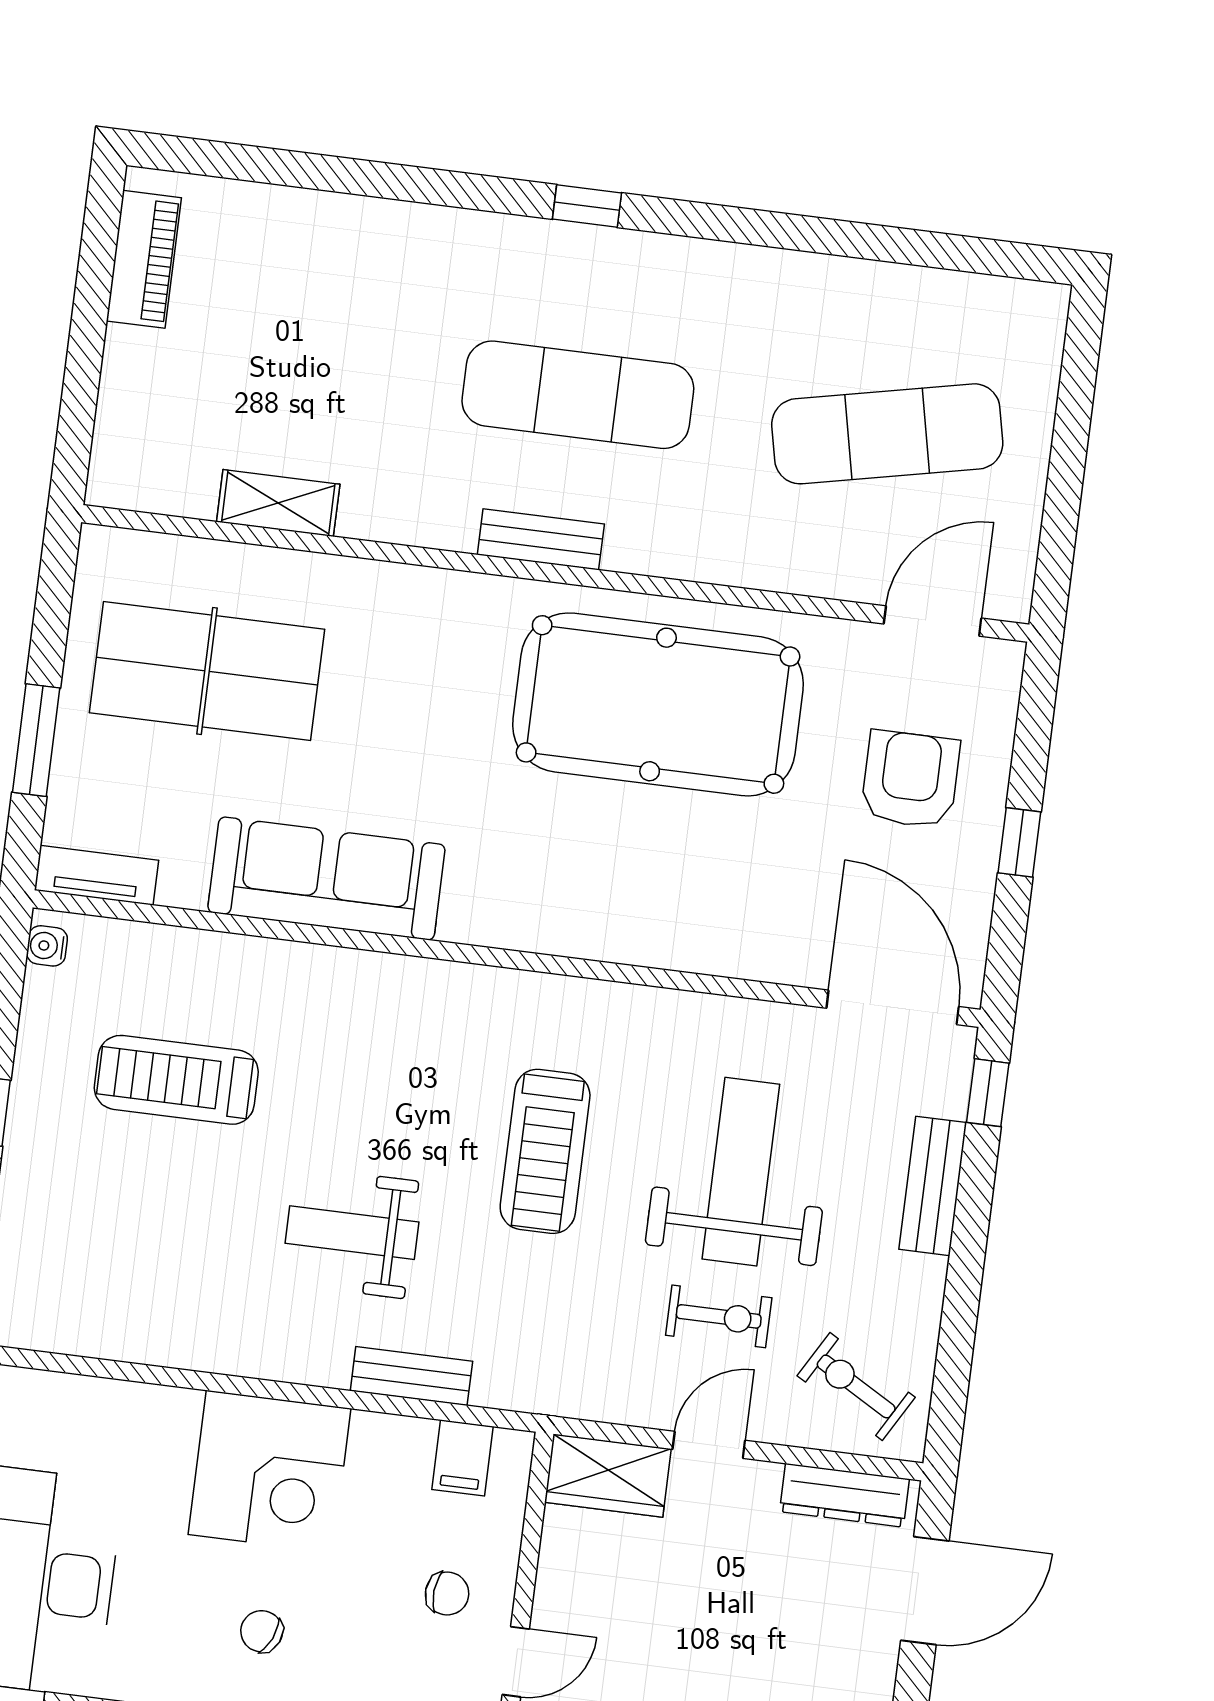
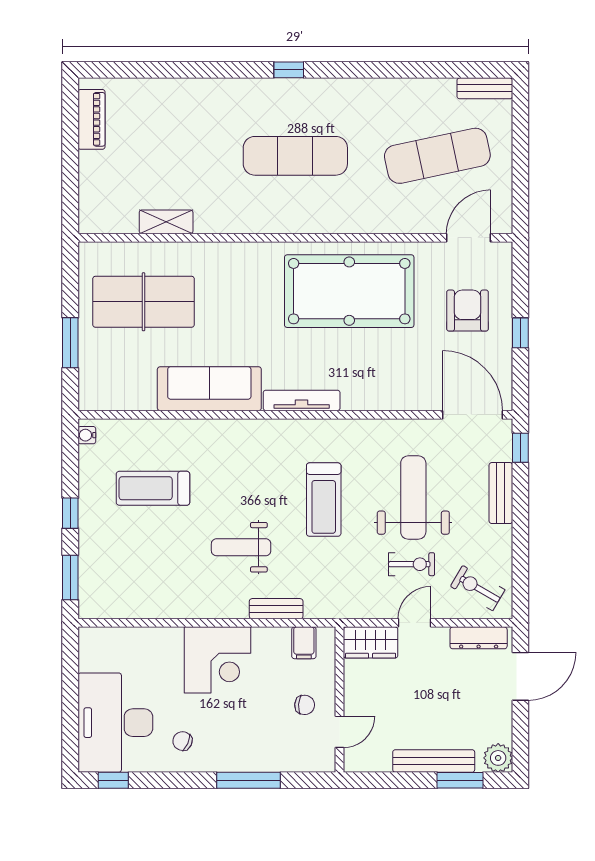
bench: (541, 539) -> (485, 88), moved
tv unit: (97, 875) -> (302, 400), moved, width x1.41
chair: (262, 1631) -> (182, 741), moved

